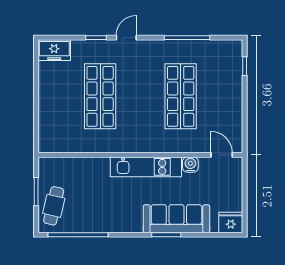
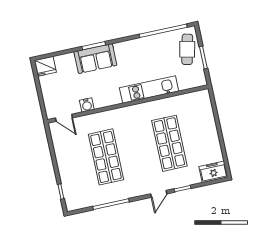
kitchen unit: (146, 167) -> (149, 90), moved
sofa: (176, 219) -> (95, 59), width x0.73

